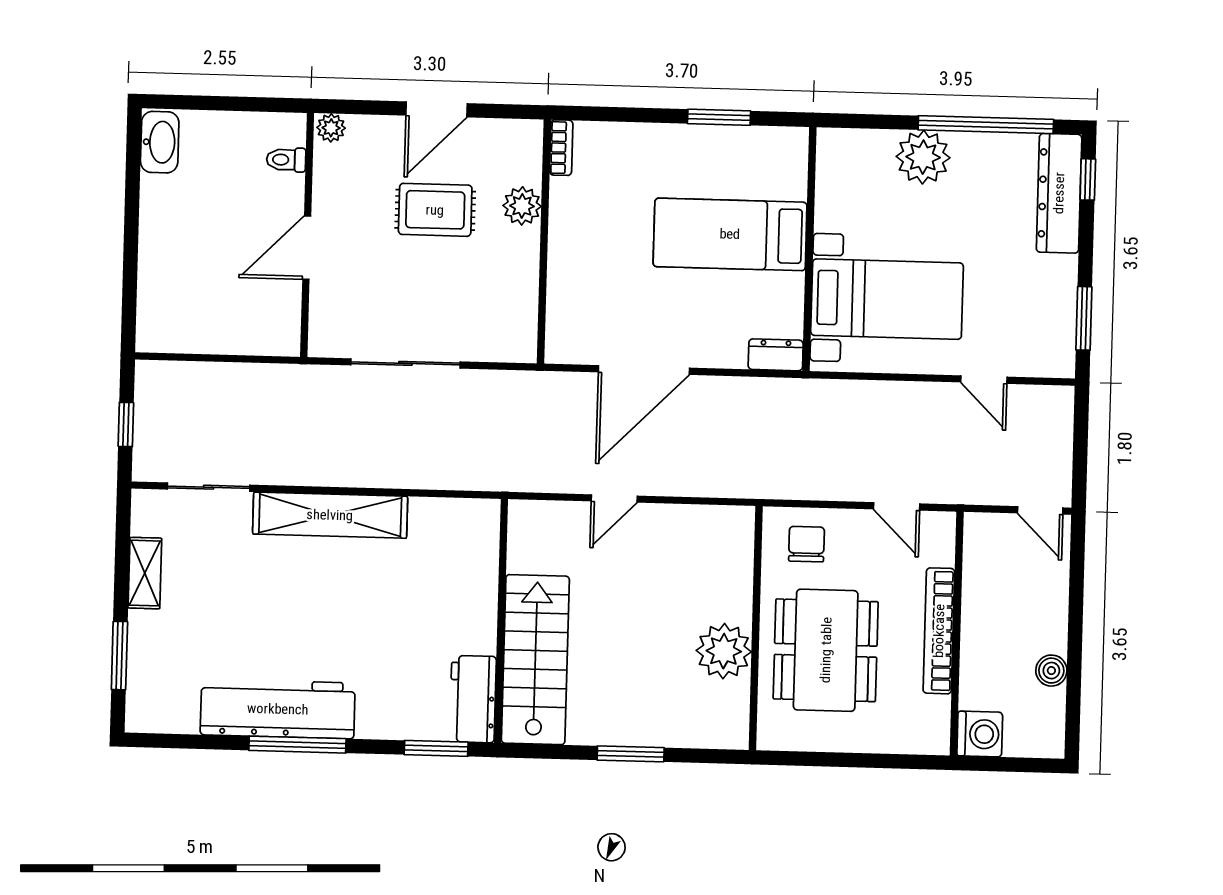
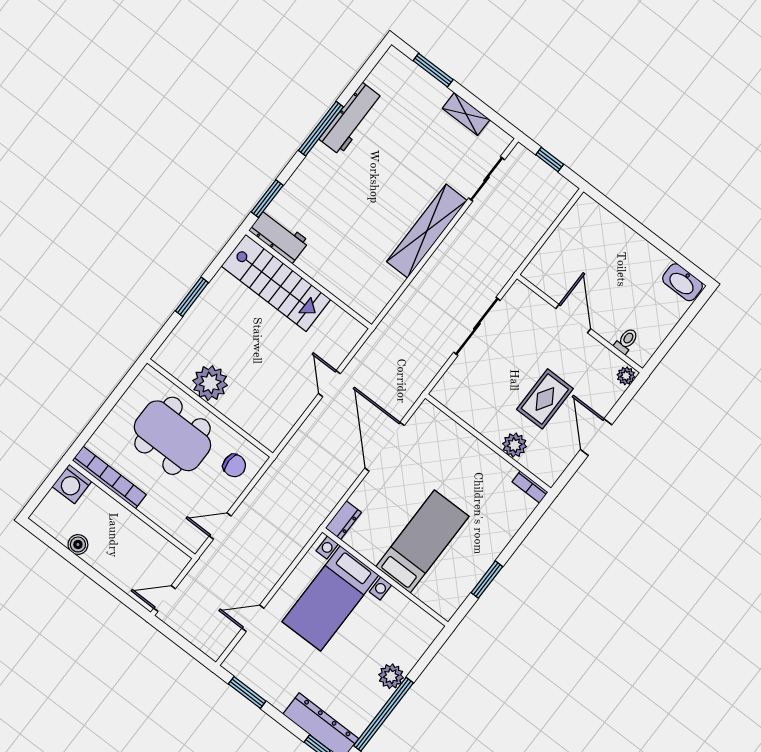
plant: (923, 157) -> (391, 676), width x0.73, depth x0.73
bookcase: (939, 631) -> (109, 477), moved
workbench: (278, 709) -> (351, 119), width x0.73, depth x0.76

